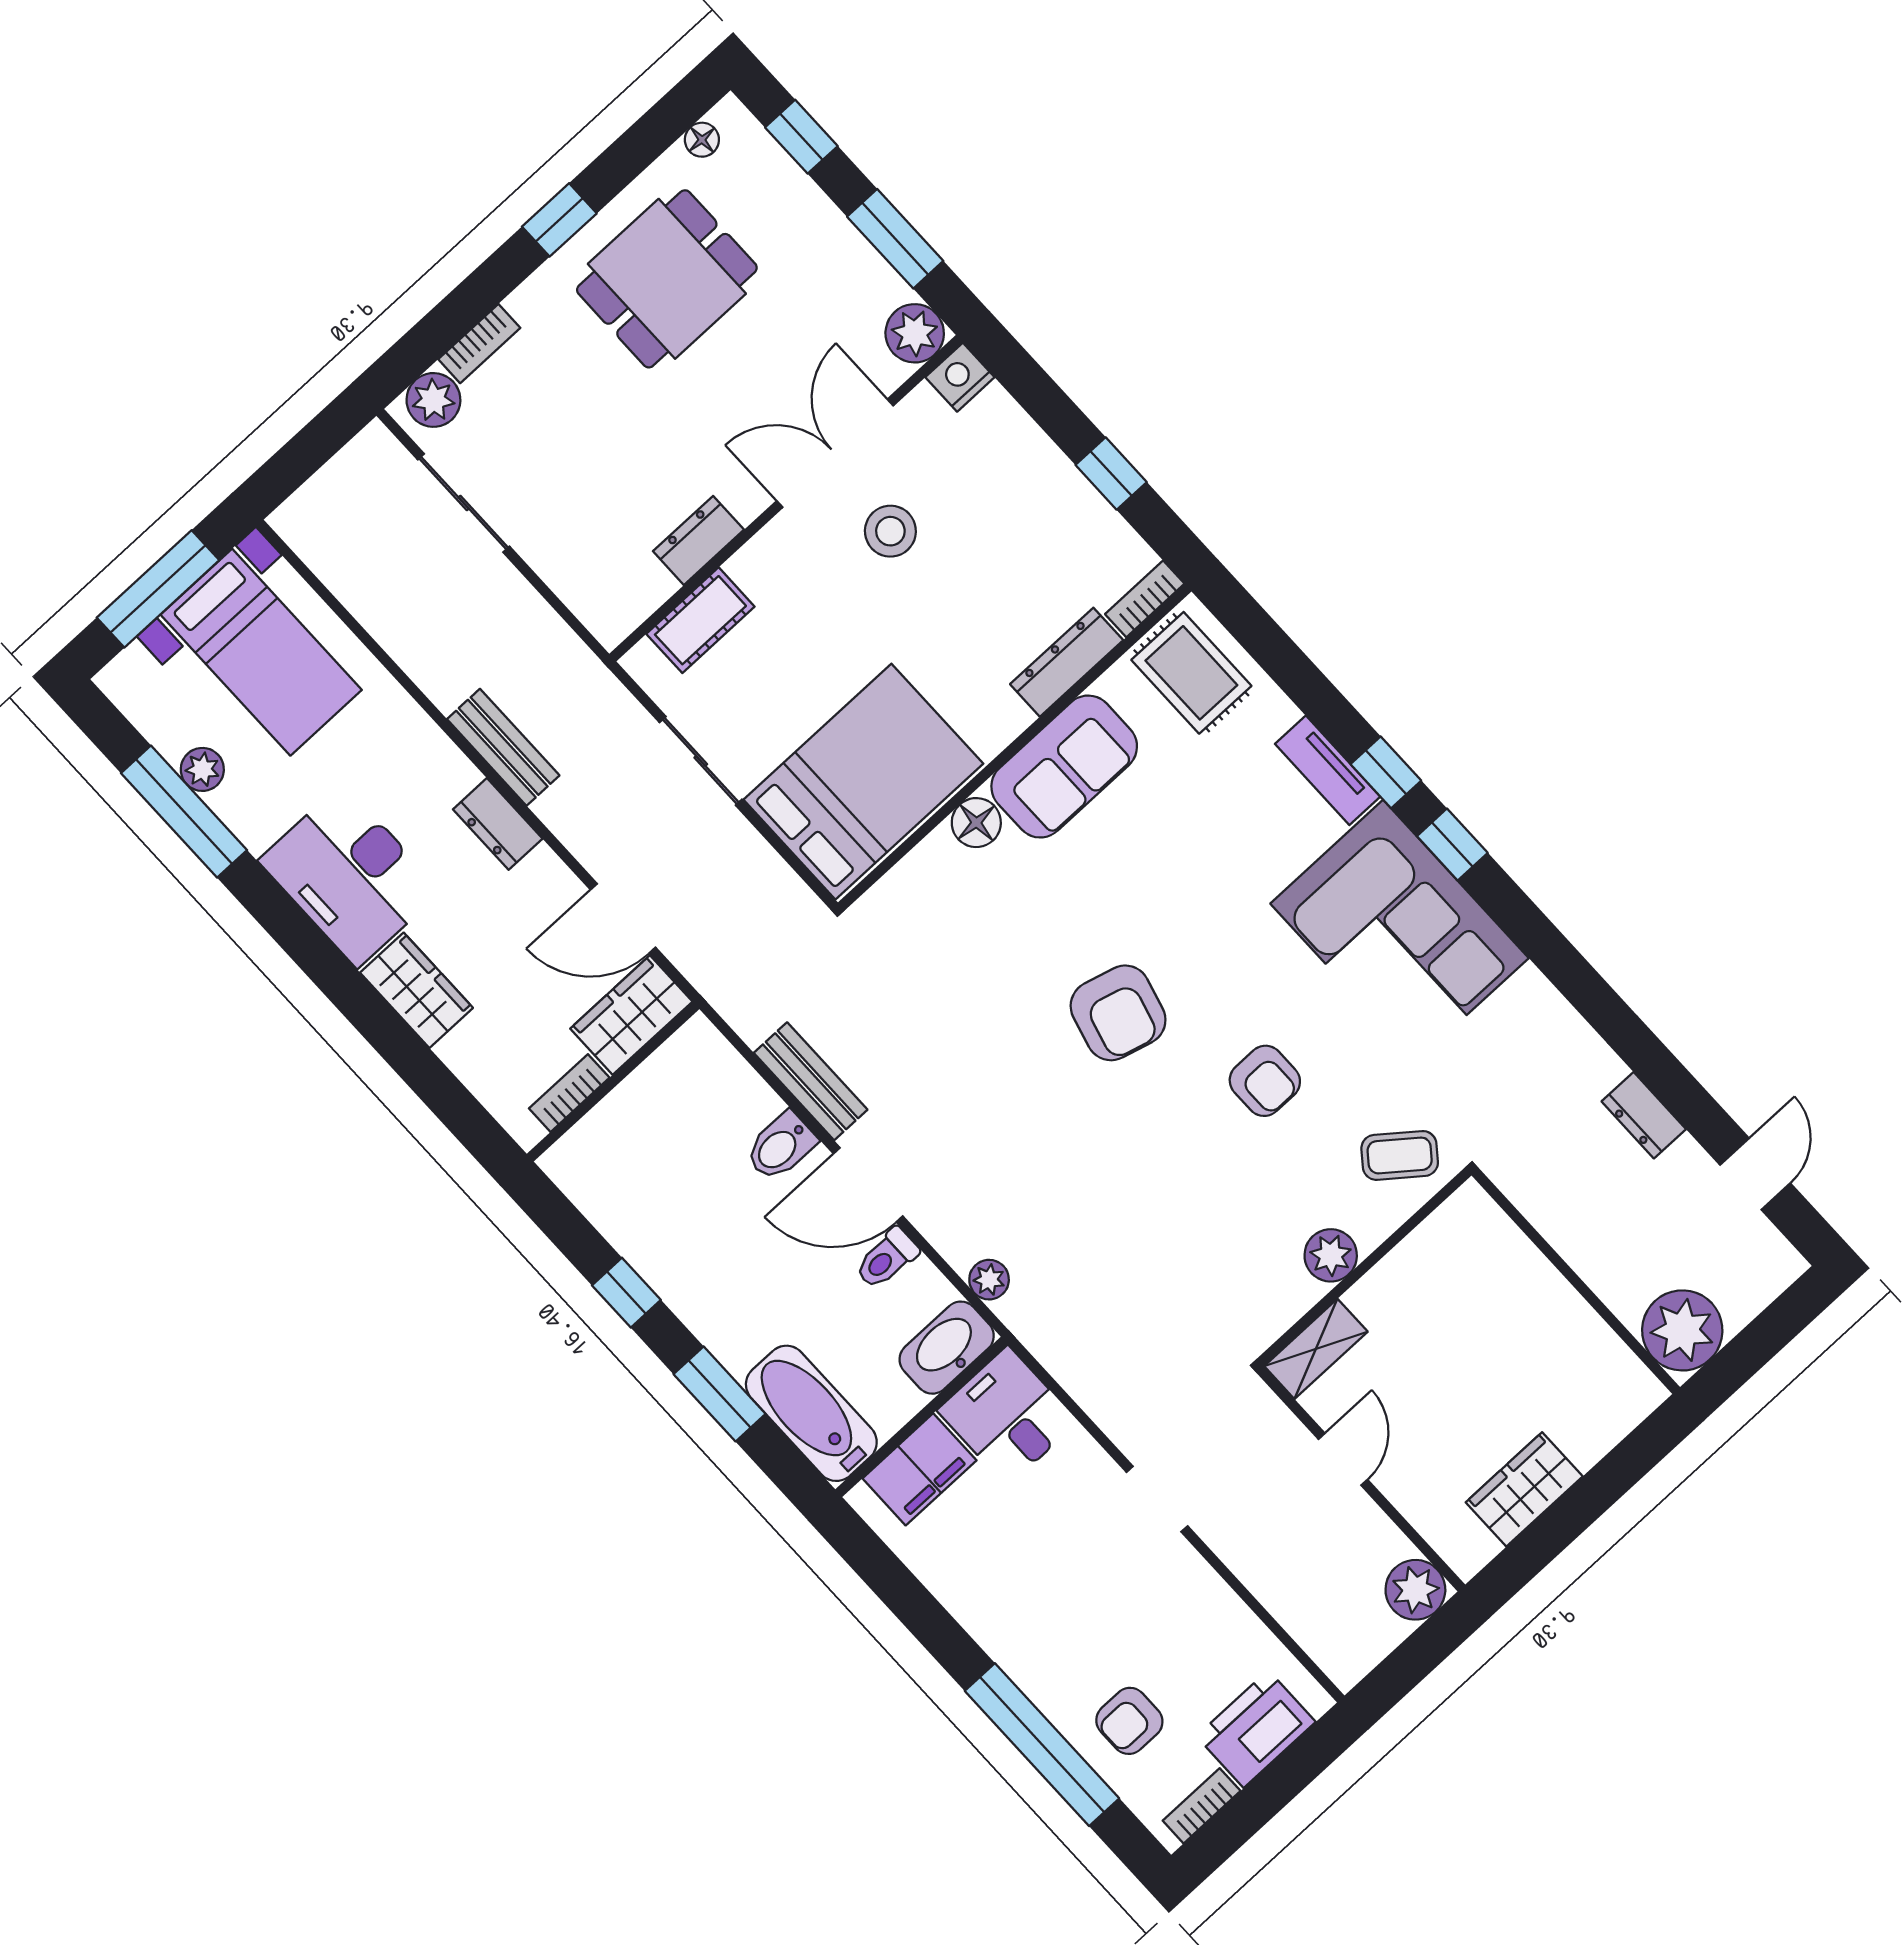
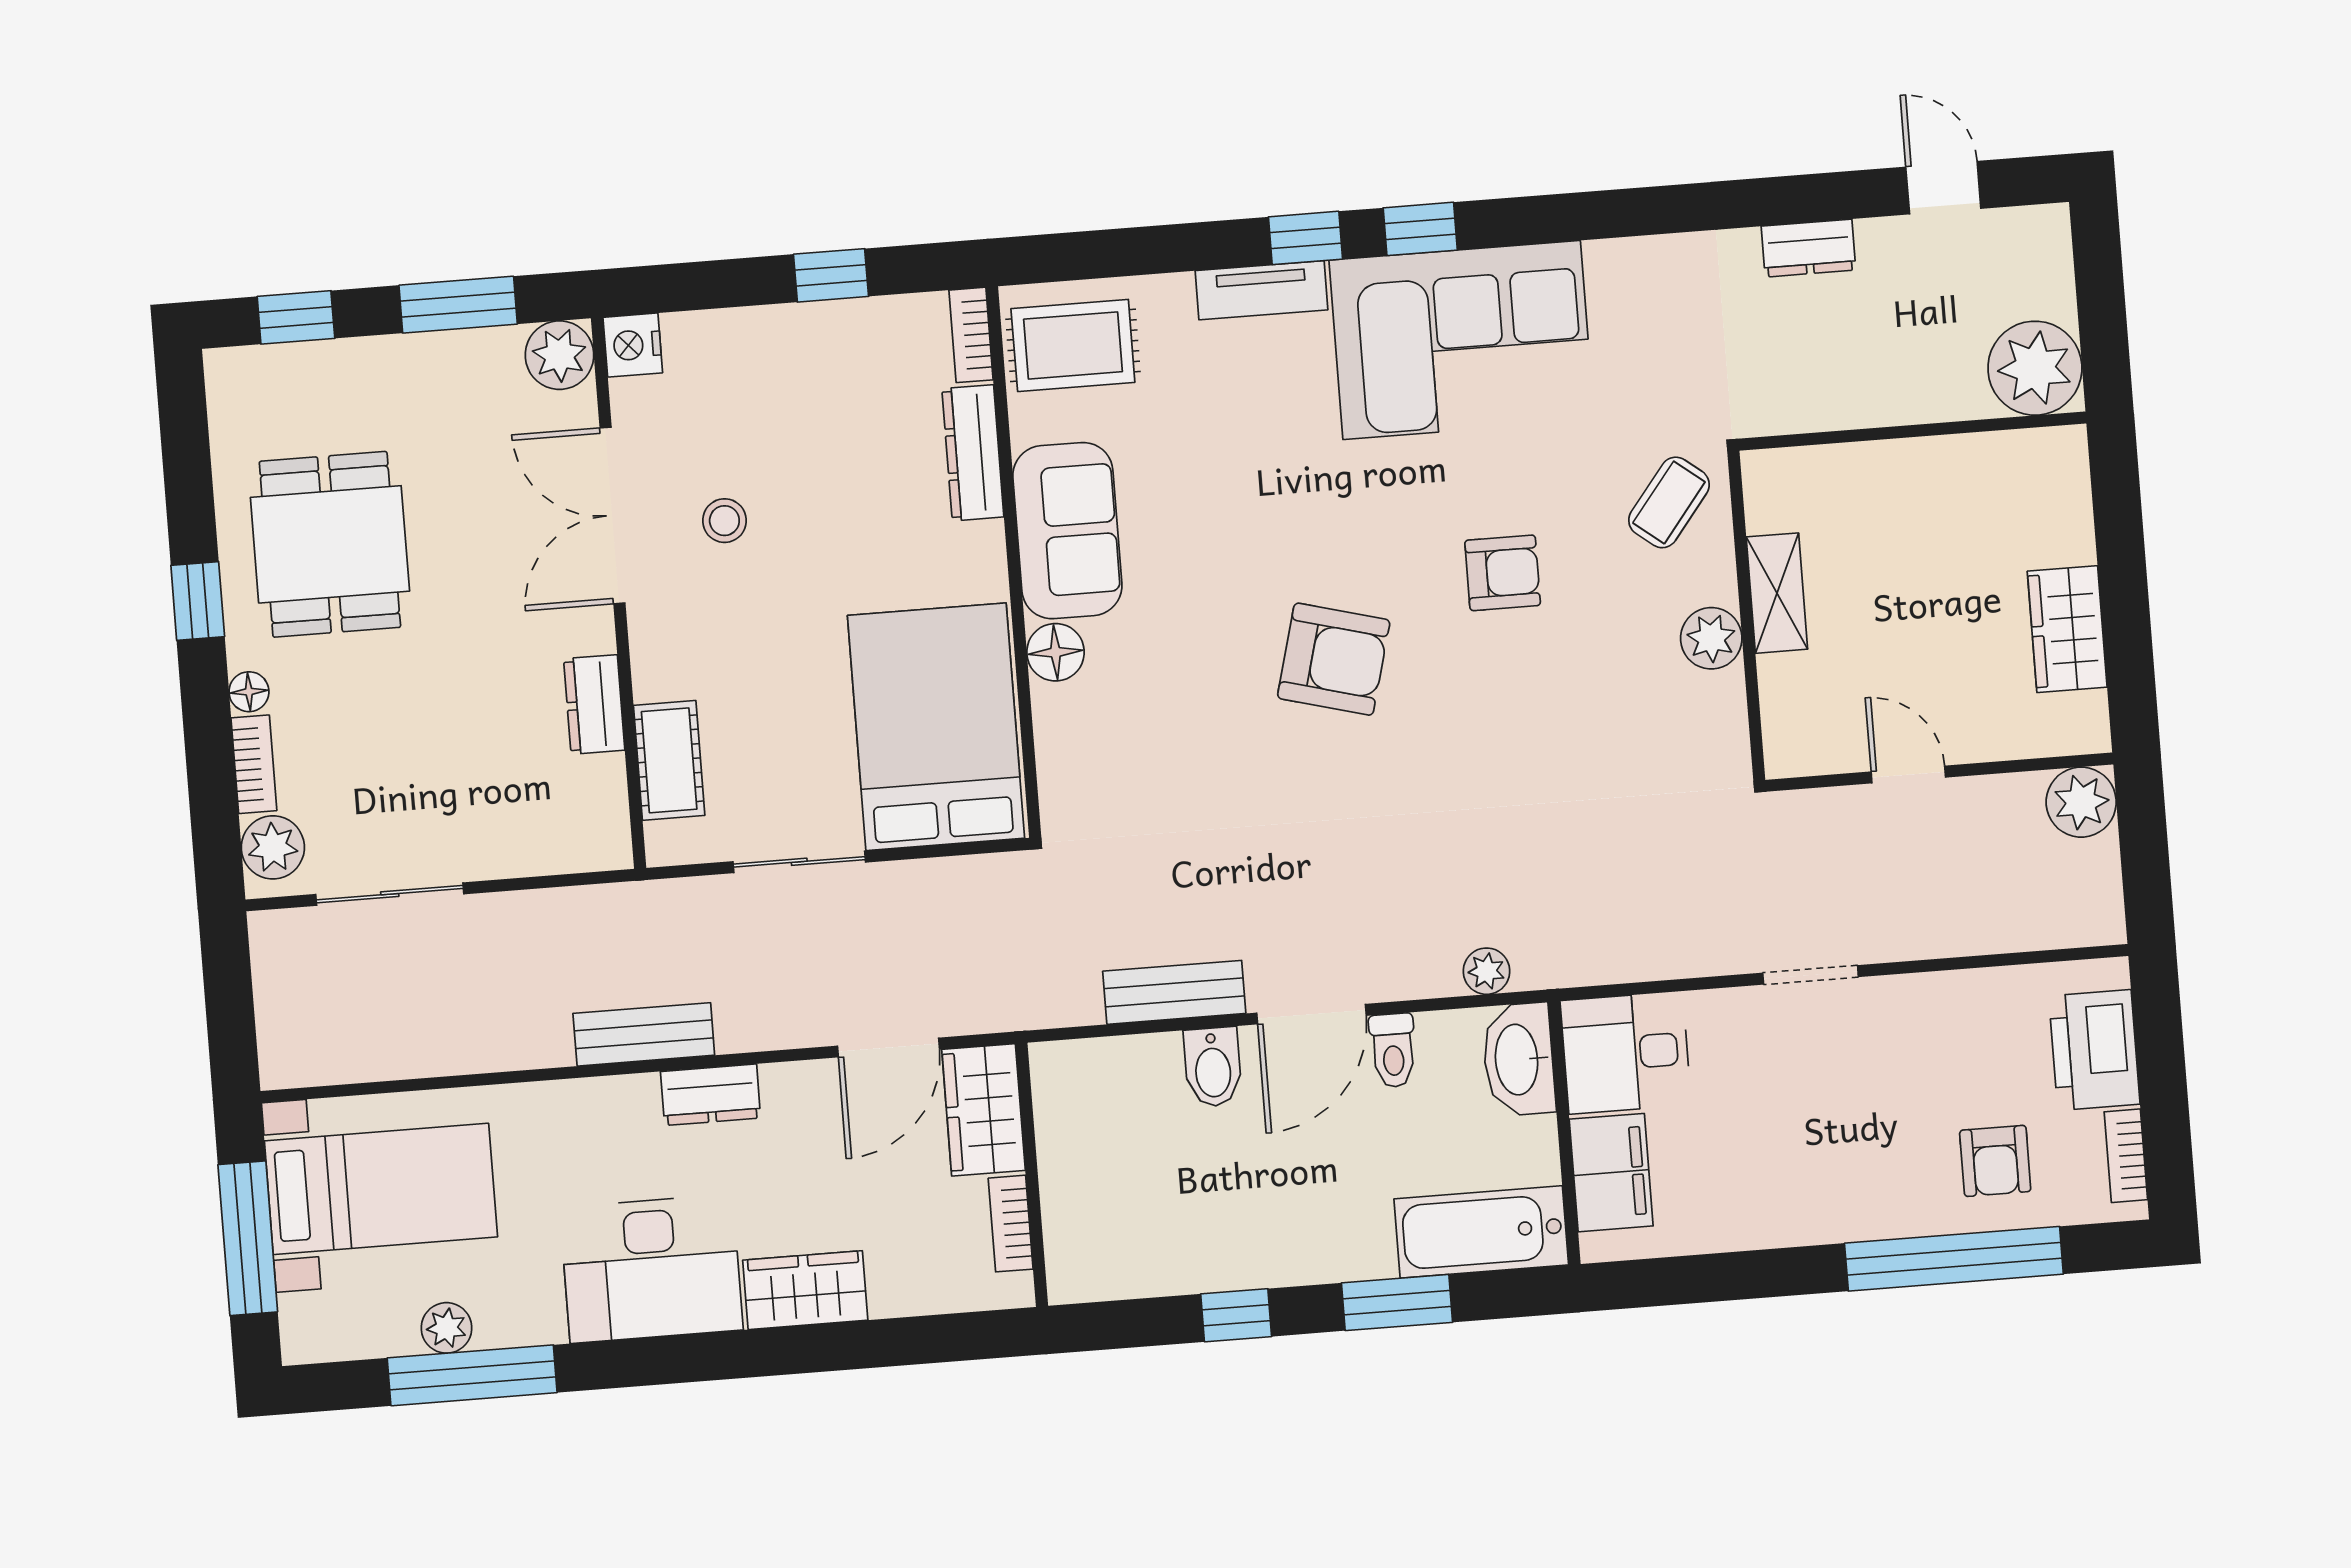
floor lamp: (702, 140) -> (249, 692), moved
stool: (890, 531) -> (724, 521), width x0.73, depth x0.73
shelving: (1316, 1349) -> (1777, 593), moved

